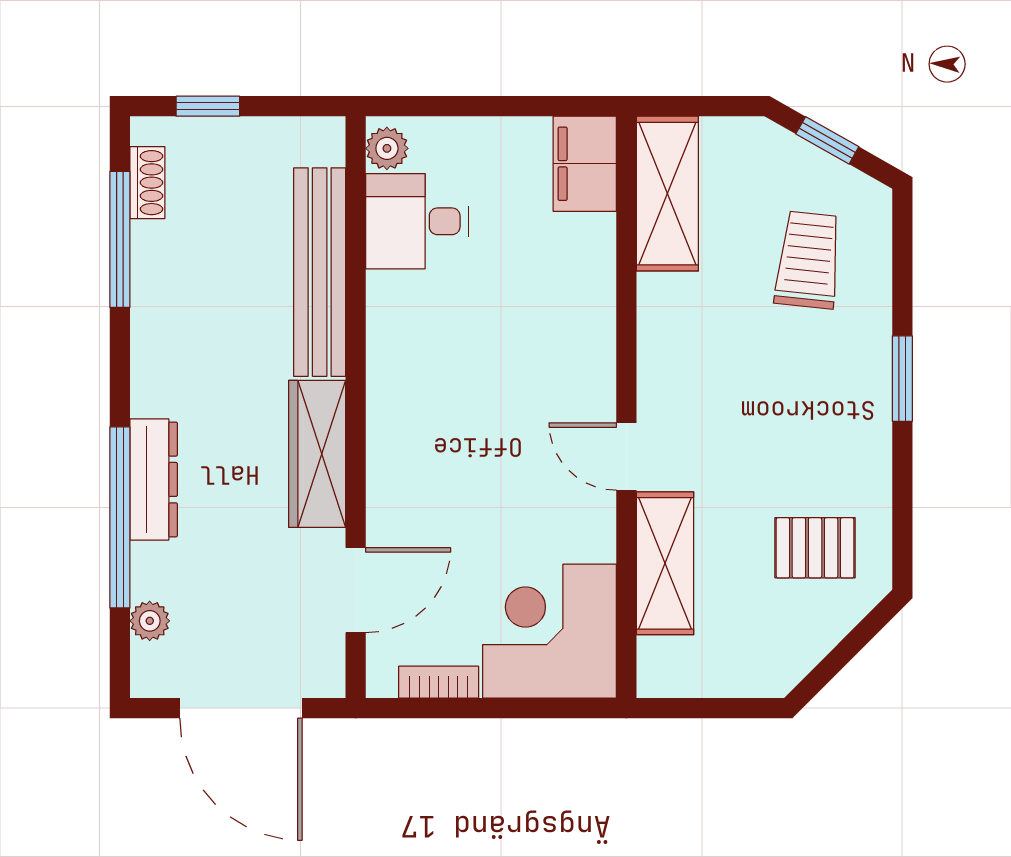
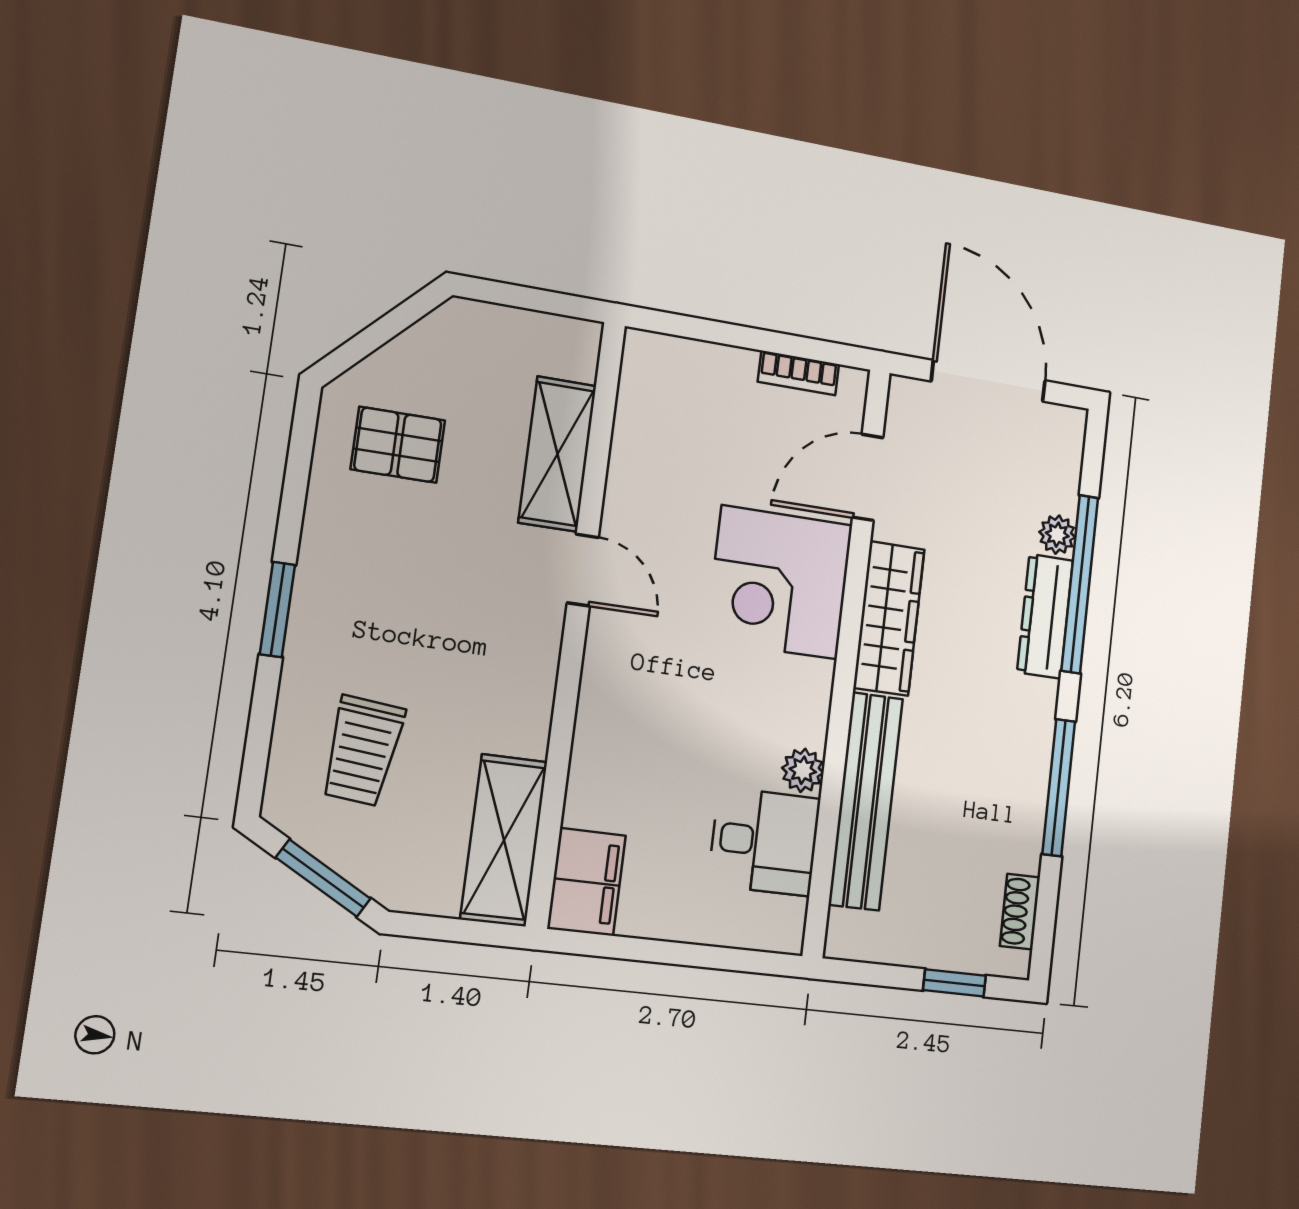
window: (827, 140) -> (323, 878), width x1.50
plant: (387, 148) -> (803, 770), moved
window: (120, 239) -> (1059, 788), moved
plant: (150, 621) -> (1057, 535), moved
corner desk: (550, 631) -> (779, 582), moved, turned 90

